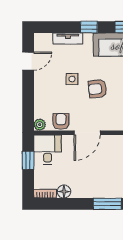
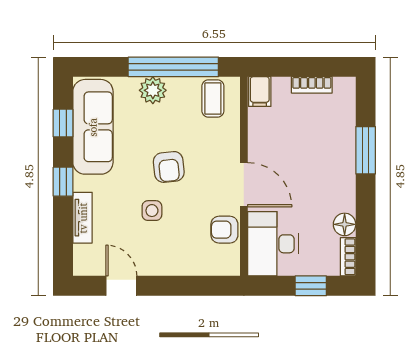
plant: (40, 125) -> (230, 266), removed
desk: (48, 150) -> (273, 244), width x1.37
window: (28, 160) -> (311, 286), moved

